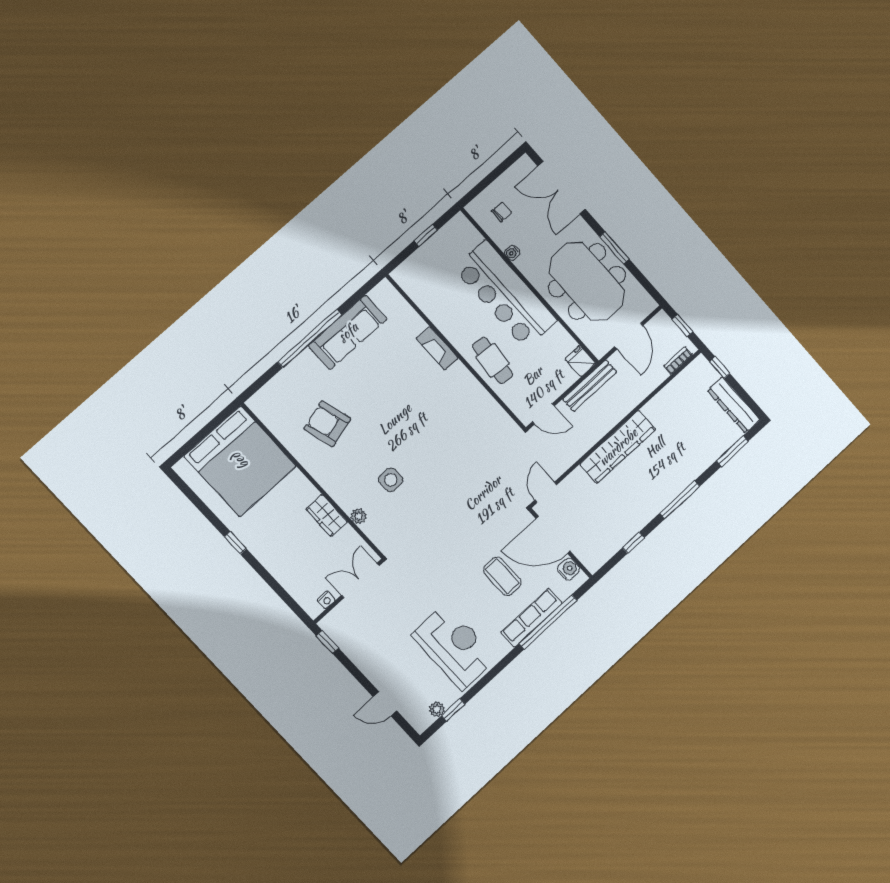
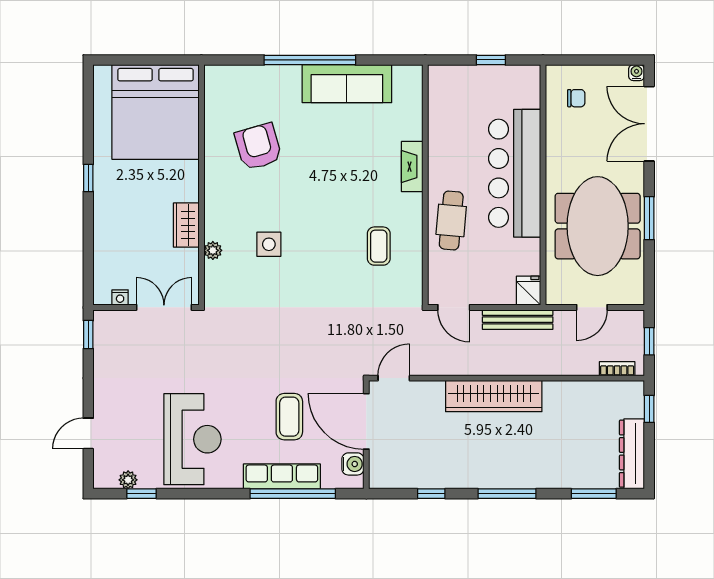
water cooler: (512, 253) -> (636, 73), moved, turned 90
door: (629, 336) -> (592, 307), width x0.73
coffee table: (462, 418) -> (379, 246), added
door: (385, 704) -> (88, 433), hinge flipped

